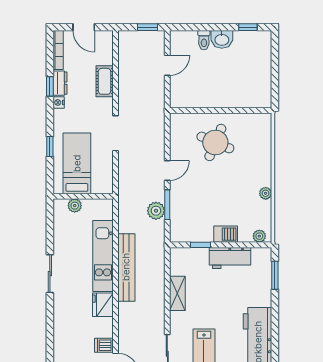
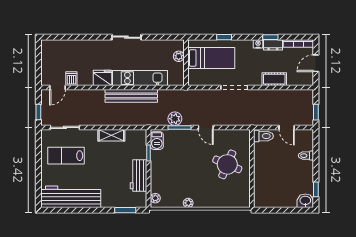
washbasin: (222, 39) -> (305, 201), moved, turned 90
toilet: (178, 95) -> (264, 136), added
barbecue: (226, 234) -> (157, 141), moved

